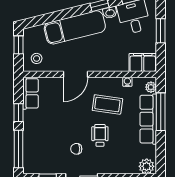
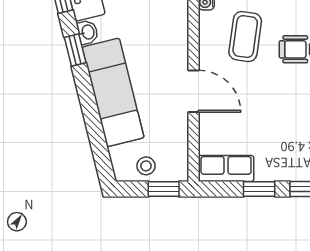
window: (18, 45) -> (164, 189), moved
stool: (37, 58) -> (146, 166), moved

